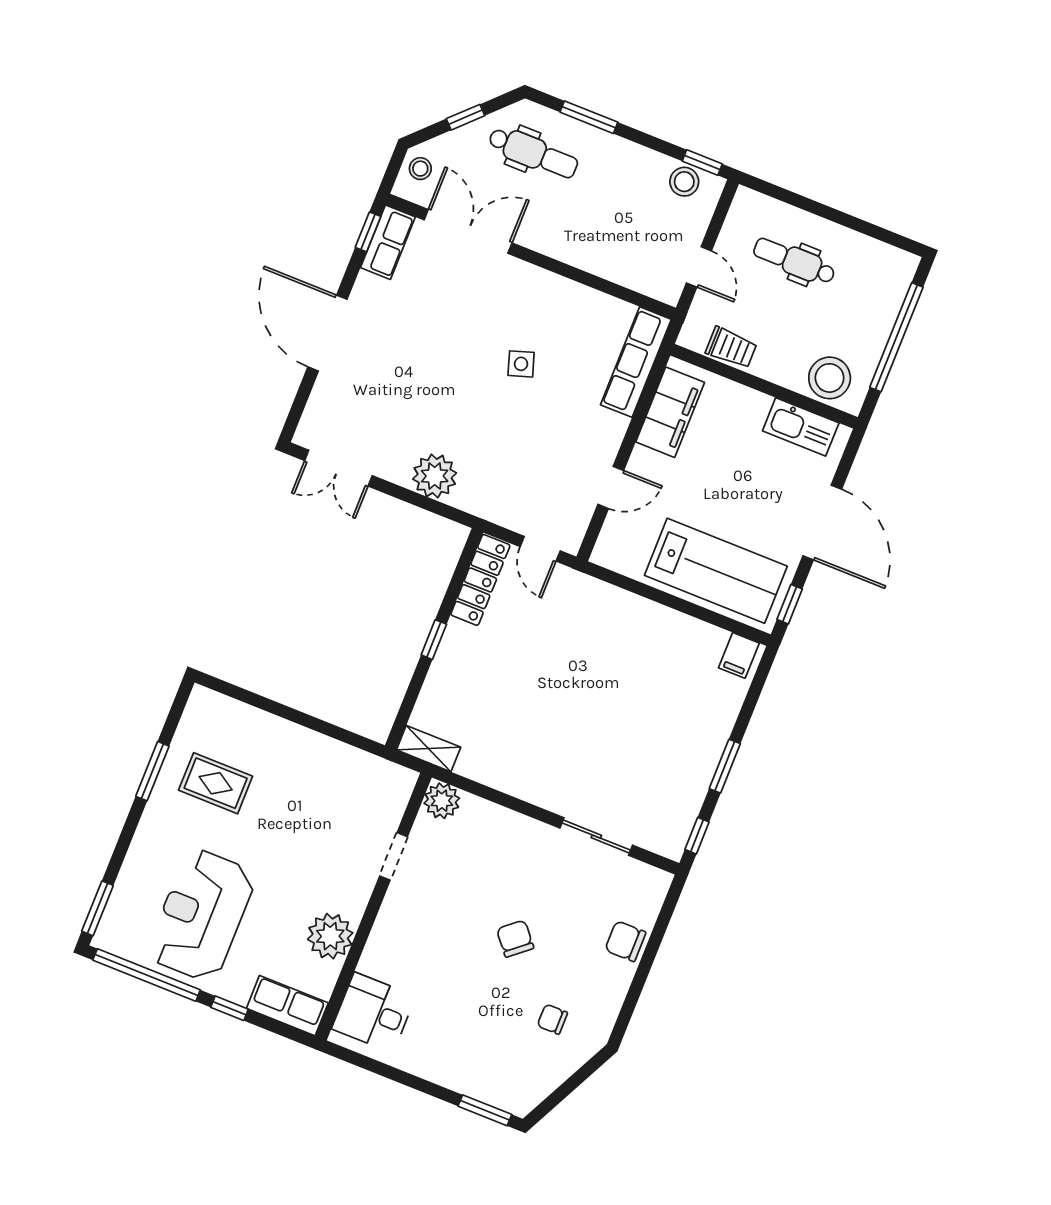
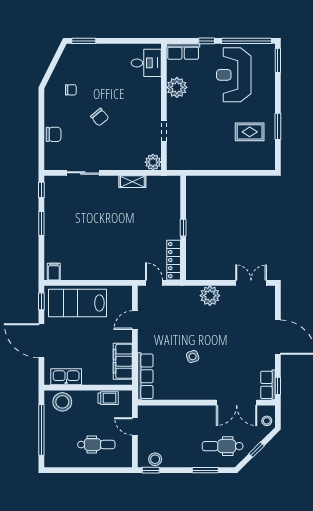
trolley: (731, 348) -> (108, 398), turned 180
shelving: (429, 749) -> (132, 182), moved
reception desk: (201, 915) -> (234, 75), turned 180

